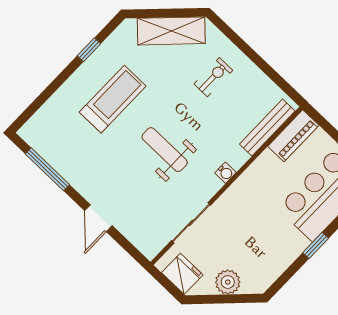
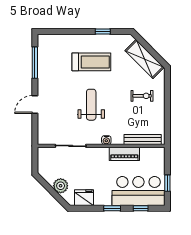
piano: (293, 136) -> (124, 154), moved
fridge: (182, 274) -> (84, 198), moved, turned -90

